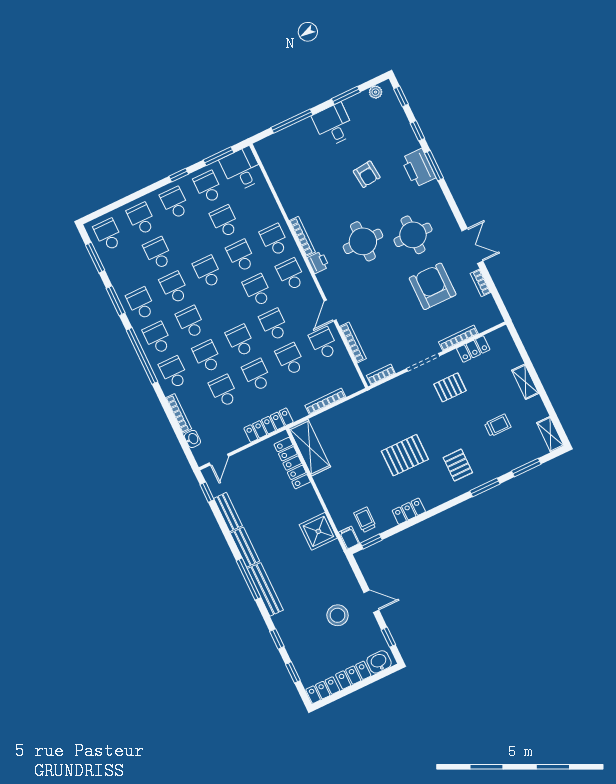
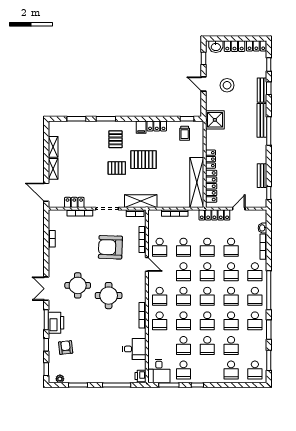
desk: (333, 125) -> (134, 349), moved, turned -90
armchair: (367, 174) -> (66, 348), moved
school desk: (175, 203) -> (207, 345), moved
double door: (472, 246) -> (46, 289), moved
printer: (318, 262) -> (140, 376), moved
armchair: (433, 286) -> (110, 247), moved, turned 92
school desk: (224, 306) -> (207, 296), added
door: (330, 311) -> (147, 264), hinge flipped
door: (519, 344) -> (46, 192), added
pallet: (450, 387) -> (117, 168), moved
shelving: (381, 395) -> (141, 201), added
trolley: (498, 425) -> (81, 151), removed
shelving: (550, 434) -> (53, 147), moved
shelving: (310, 448) -> (197, 182), width x1.47
door: (219, 460) -> (239, 209), moved
locker: (311, 501) -> (211, 159), added
shower: (318, 531) -> (215, 120), moved
filing cabinet: (349, 538) -> (141, 127), moved
bench: (245, 547) -> (262, 90), moved

